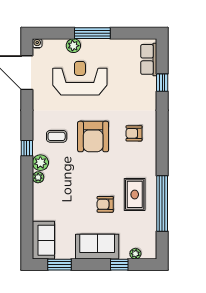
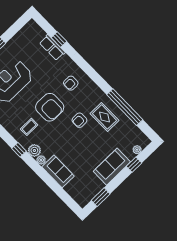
row of seats: (149, 59) -> (52, 48), moved
armchair: (105, 204) -> (79, 120), moved
sofa: (43, 240) -> (58, 171), moved

